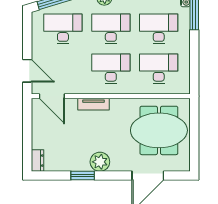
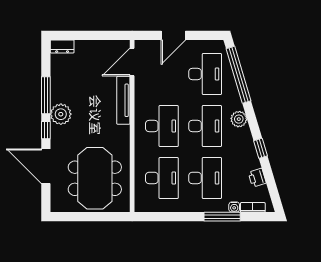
door: (27, 71) -> (173, 35), moved
tv unit: (94, 104) -> (123, 100), width x1.41
window: (83, 176) -> (46, 95), width x1.44
window: (115, 176) -> (46, 130), added

